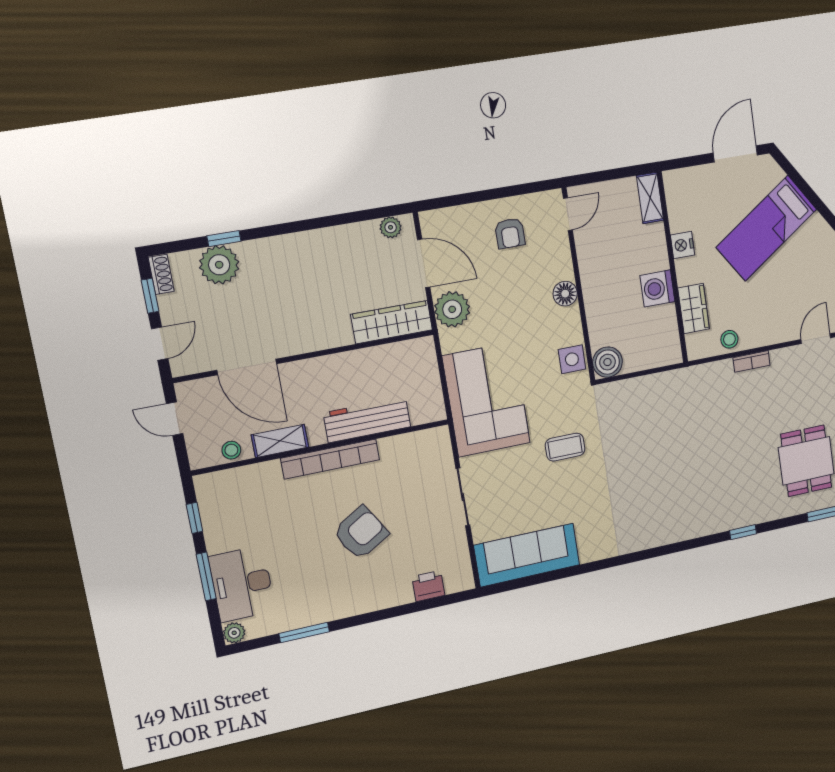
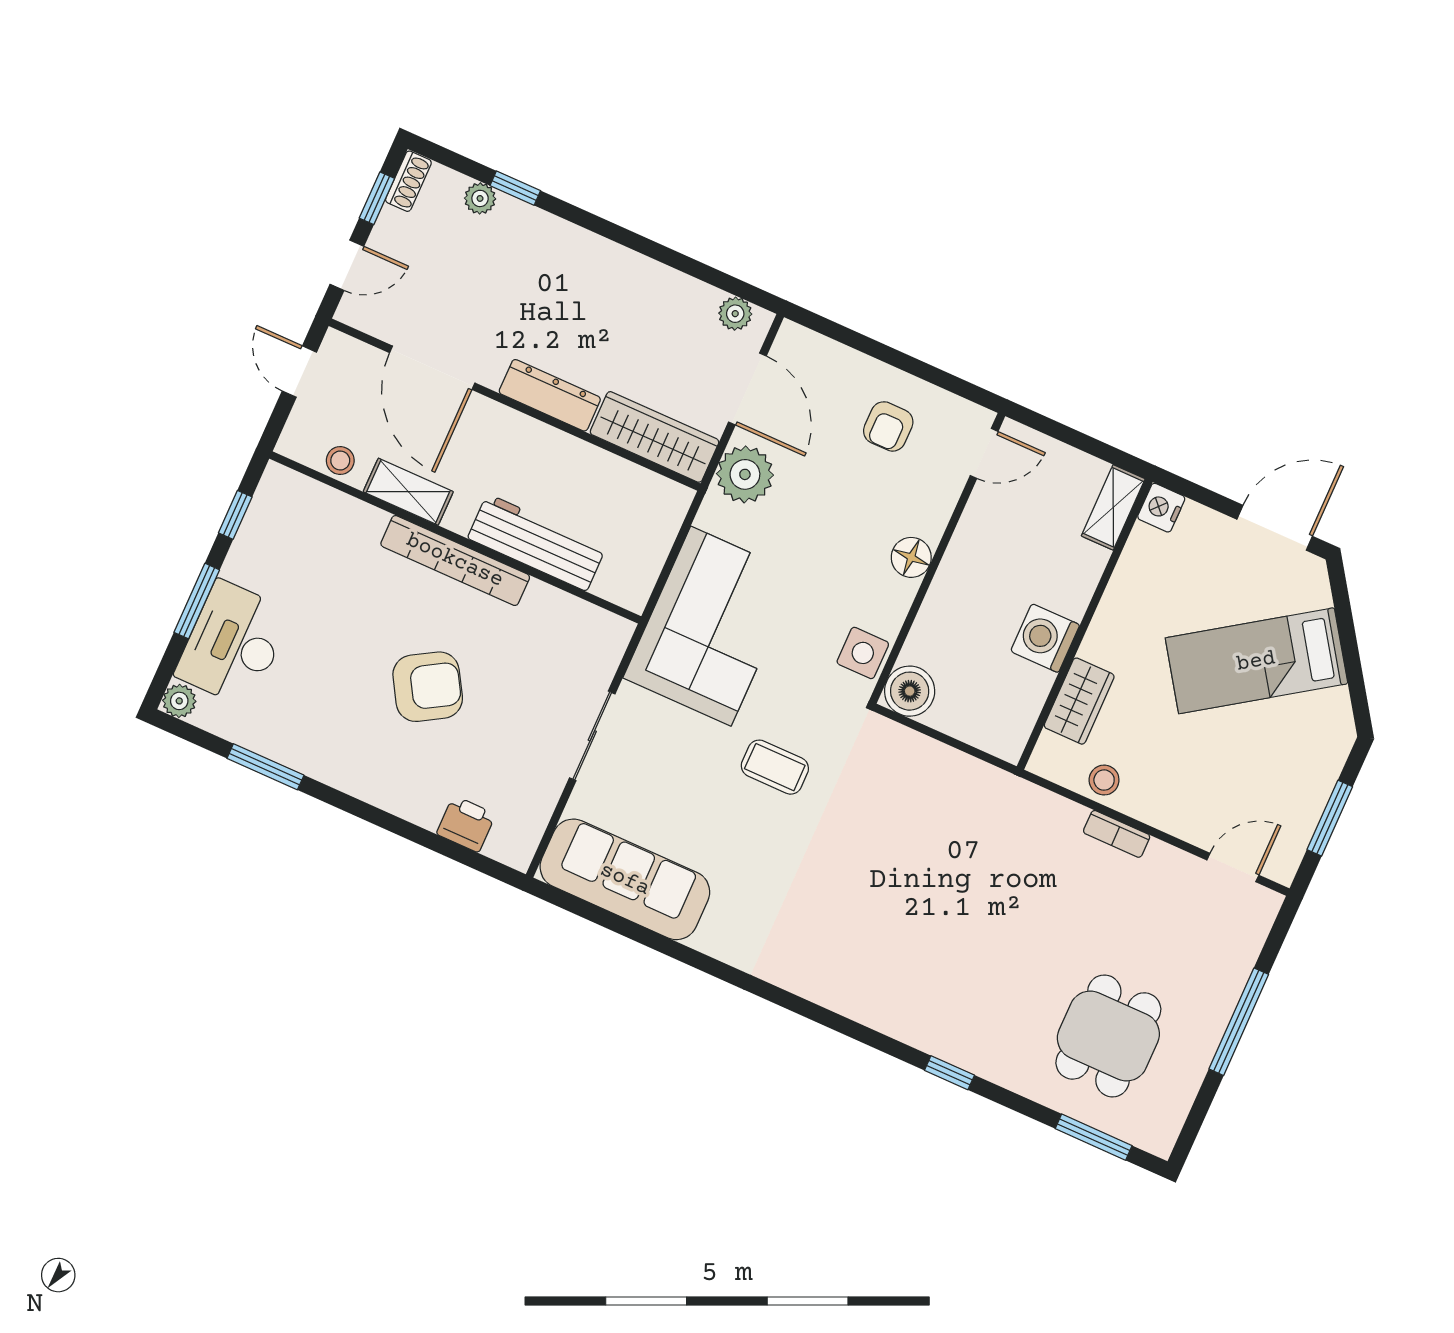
nightstand: (682, 245) -> (1161, 508), moved
plant: (219, 265) -> (480, 198), width x0.53, depth x0.53
dresser: (321, 338) -> (550, 395), added

